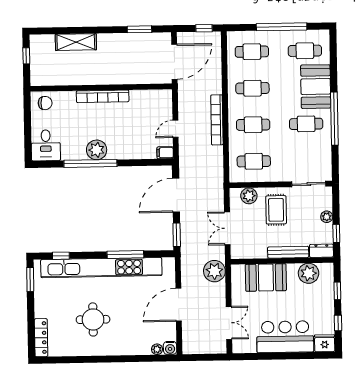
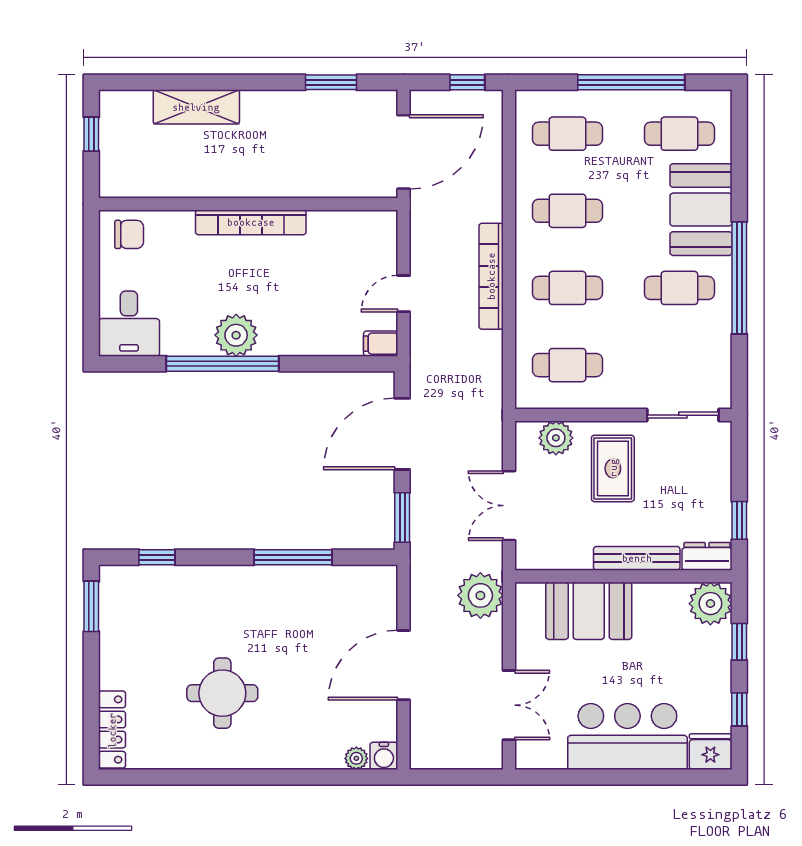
plant: (327, 217) -> (719, 485), removed
kitchen unit: (101, 268) -> (242, 584), removed
plant: (309, 273) -> (710, 604), moved

